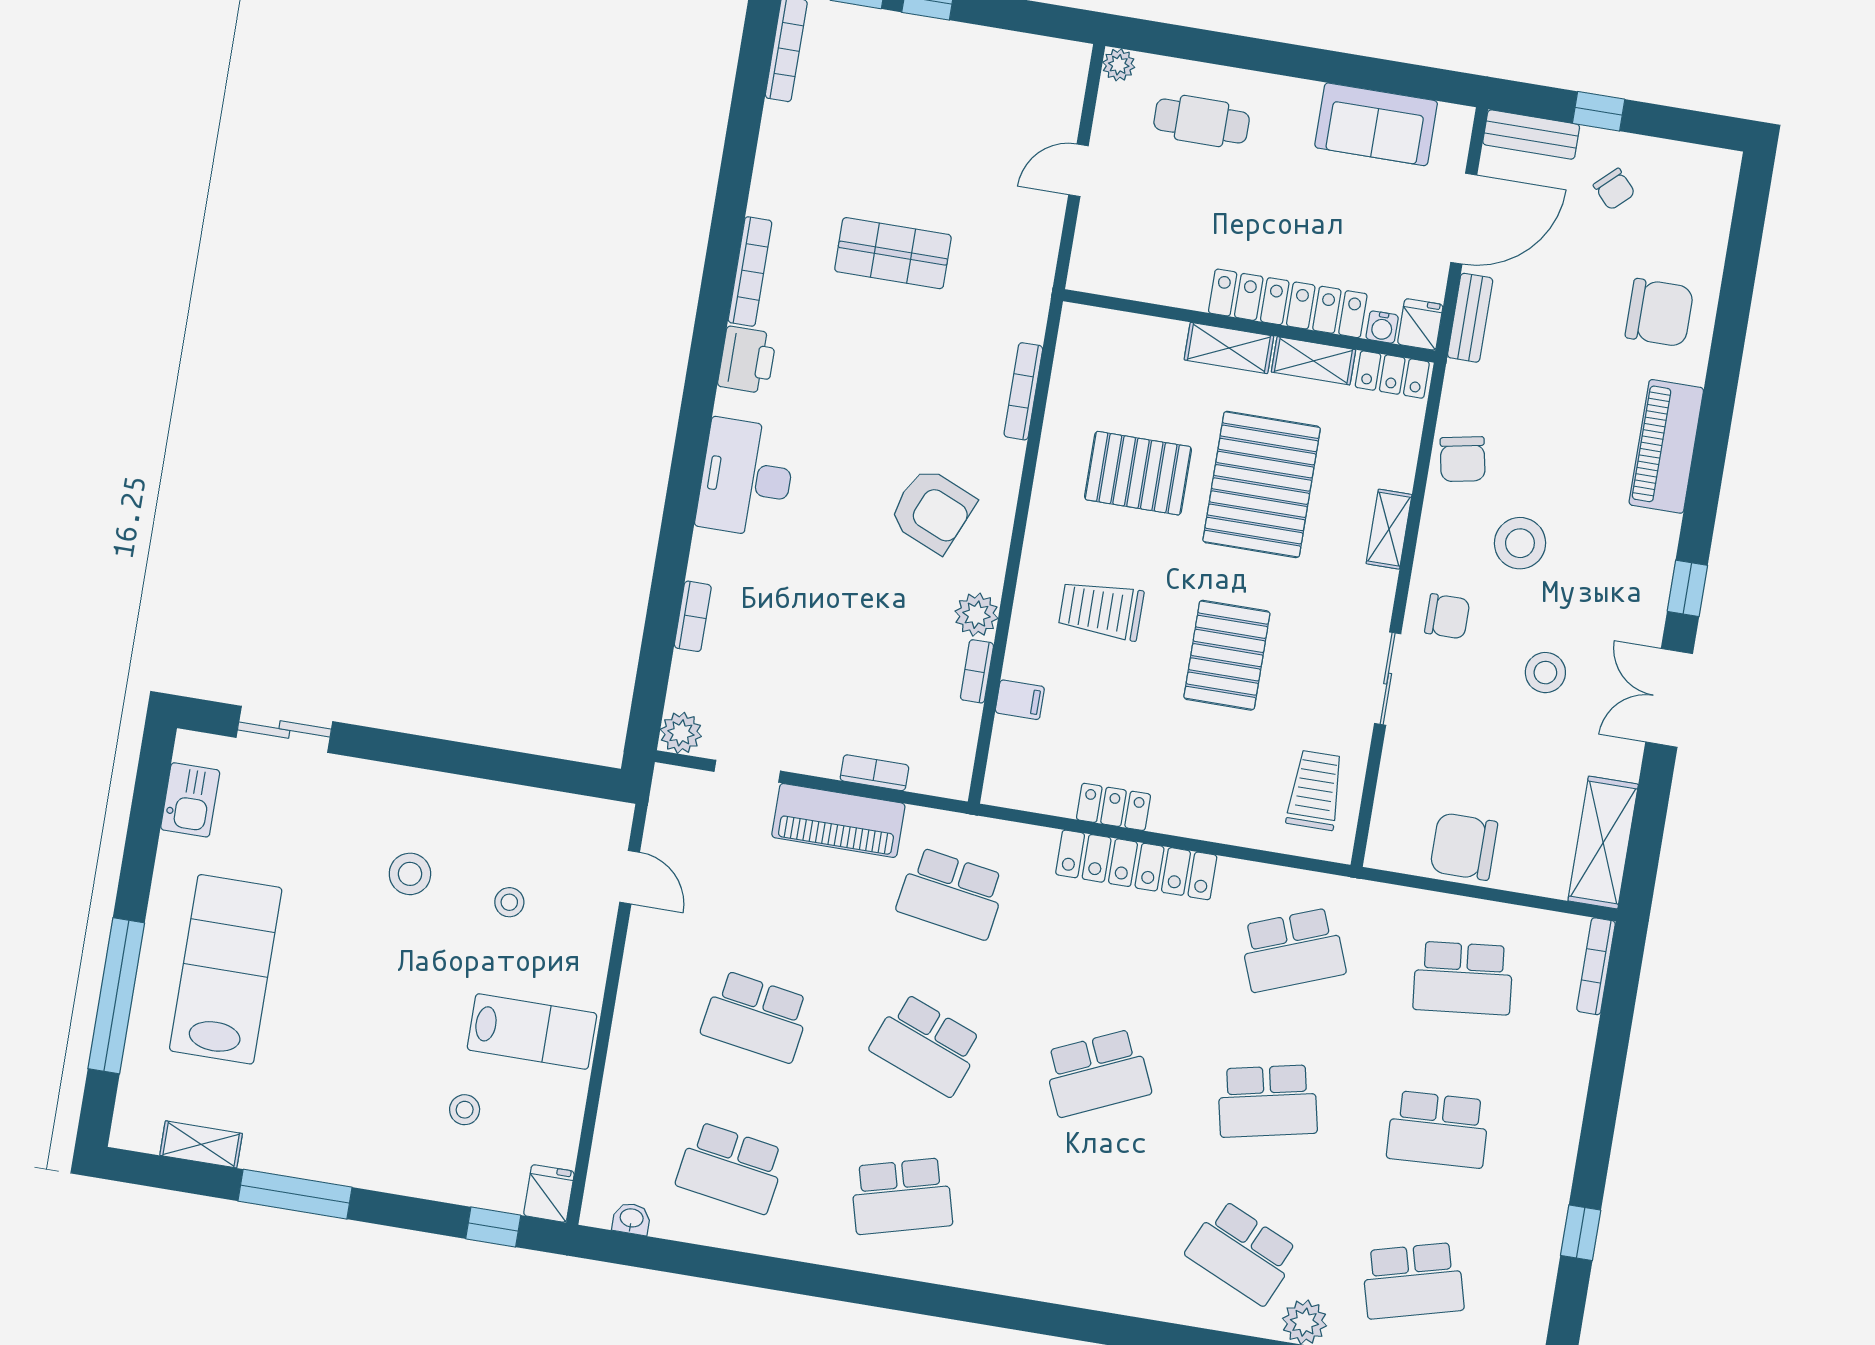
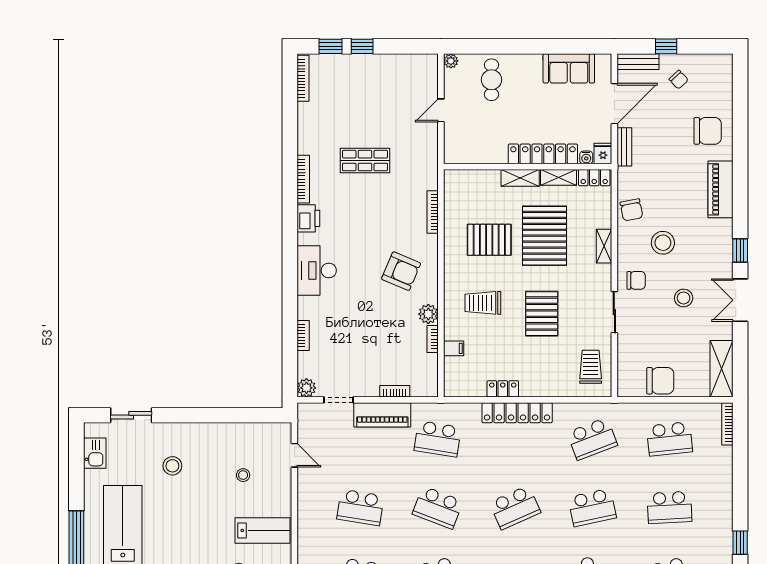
cafe table: (1202, 121) -> (492, 80), turned 90
chair: (1464, 846) -> (660, 381), turned 180
stool: (410, 874) -> (172, 466), moved

